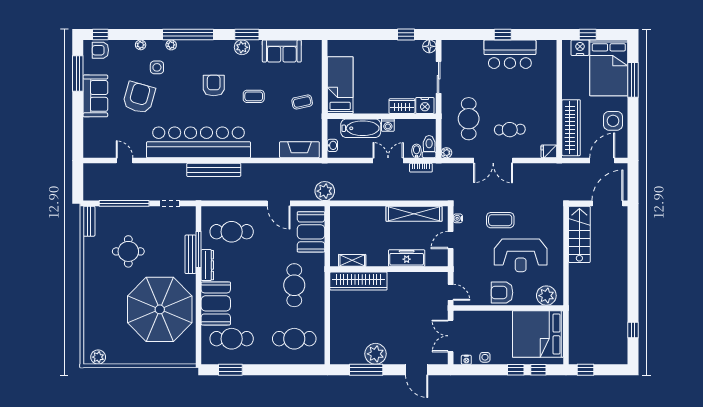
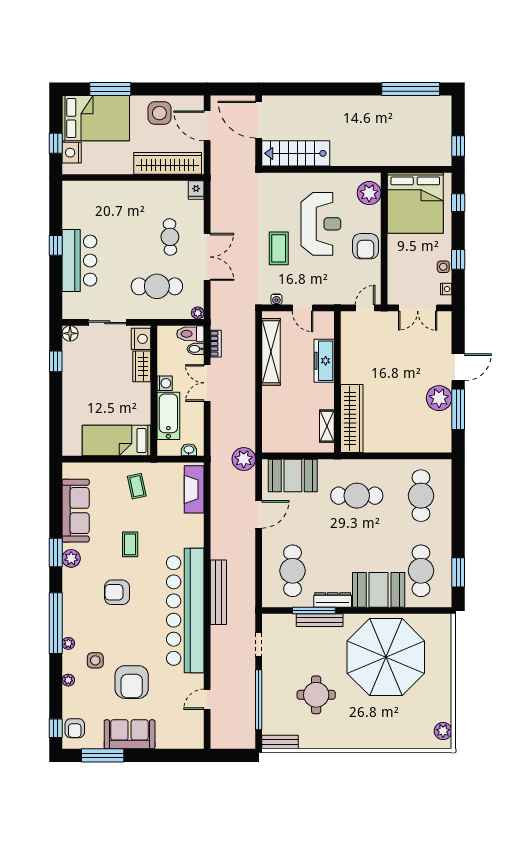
sofa: (282, 51) -> (76, 511), width x1.36
bar counter: (510, 54) -> (79, 261), moved
armchair: (139, 98) -> (132, 682), turned -106
window: (633, 330) -> (411, 89), width x3.17
door: (417, 370) -> (458, 367), moved
window: (516, 370) -> (458, 259), moved

